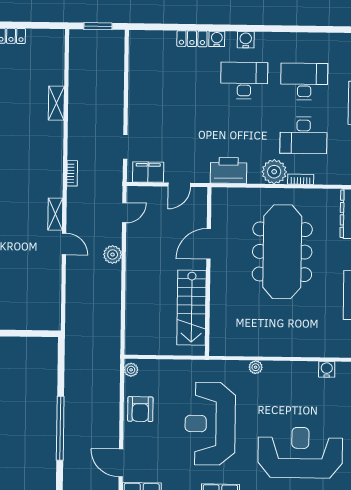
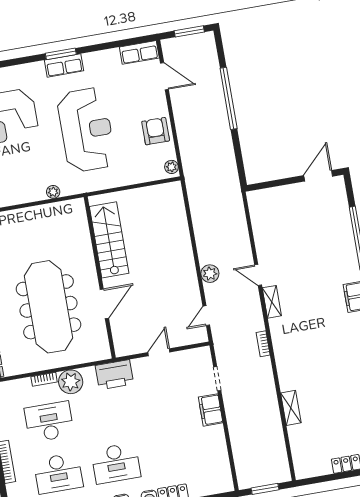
filing cabinet: (148, 172) -> (211, 410), moved, turned 90
door: (209, 244) -> (104, 304), moved
wall: (208, 271) -> (100, 277), moved
stairs: (192, 308) -> (109, 240), moved

